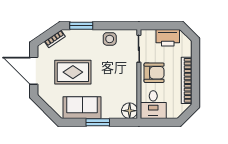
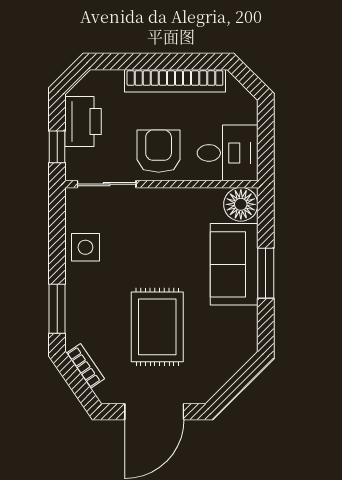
window: (156, 26) -> (57, 147), added
sofa: (82, 108) -> (234, 264), moved

